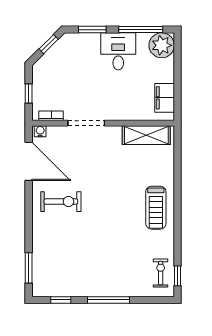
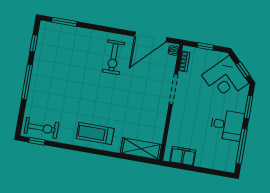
plant: (162, 45) -> (226, 161), removed
corner desk: (64, 63) -> (225, 79), added
shelving: (146, 135) -> (141, 149), moved, turned 90
exercise bike: (161, 273) -> (41, 128), width x1.38, depth x1.39

